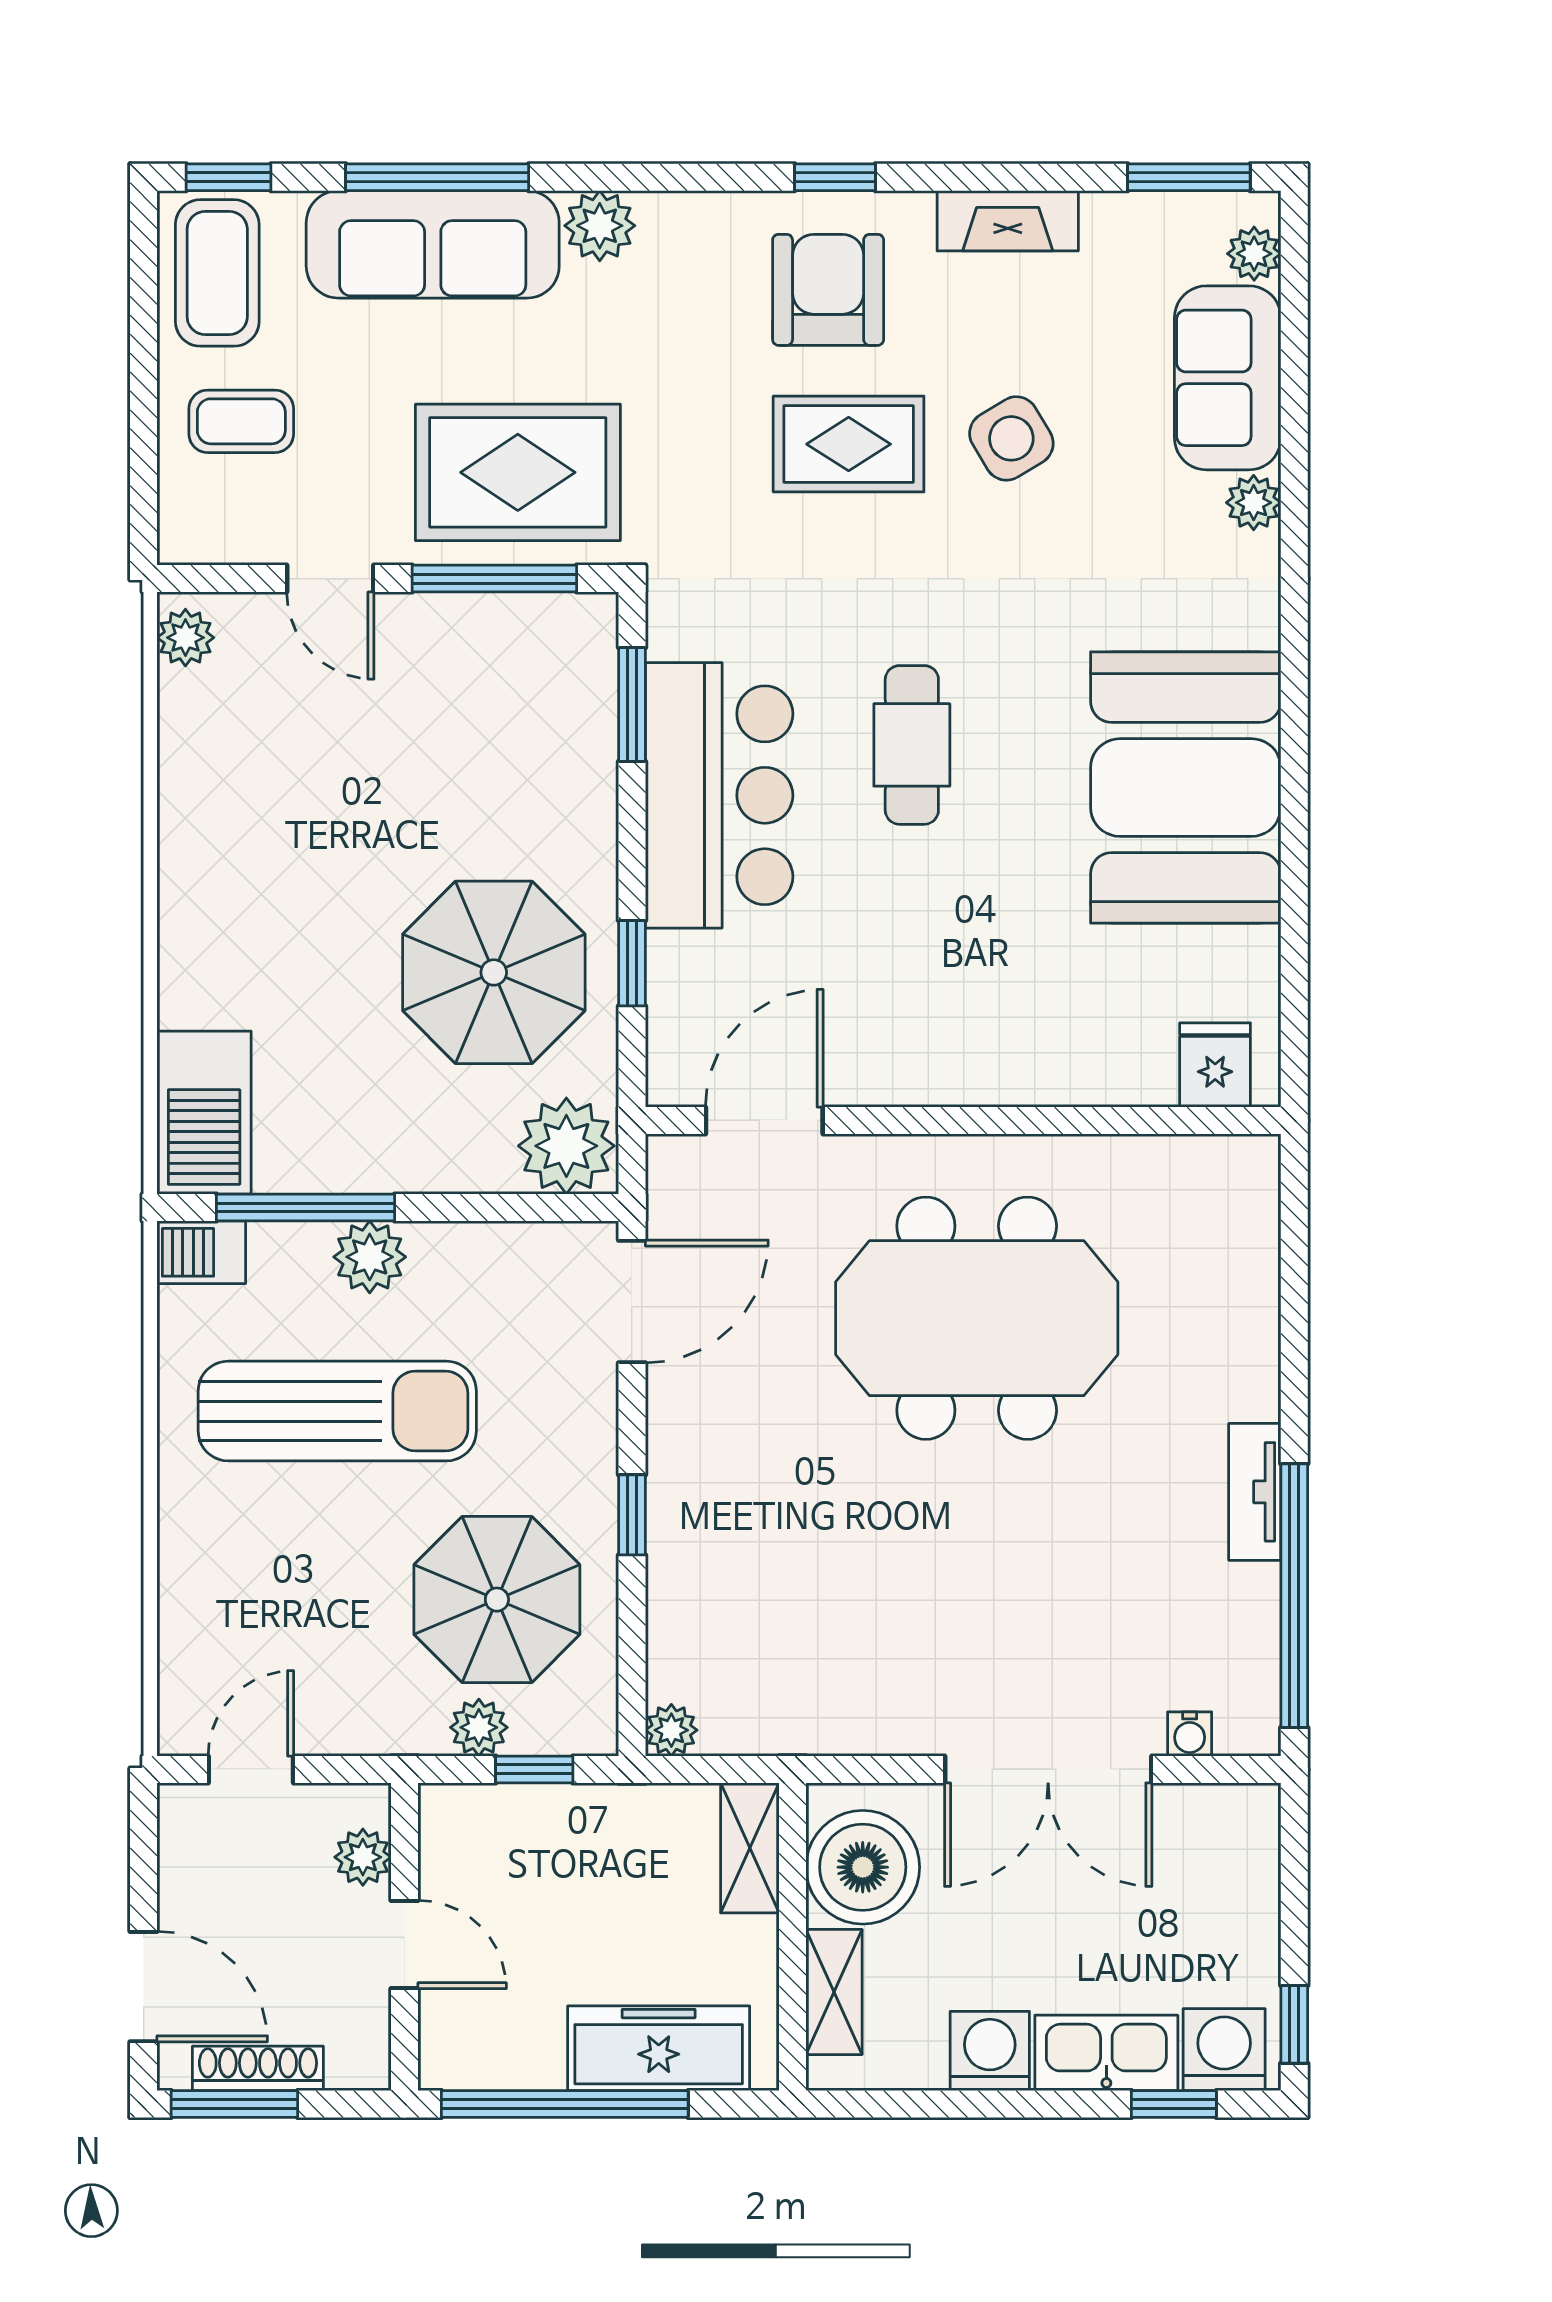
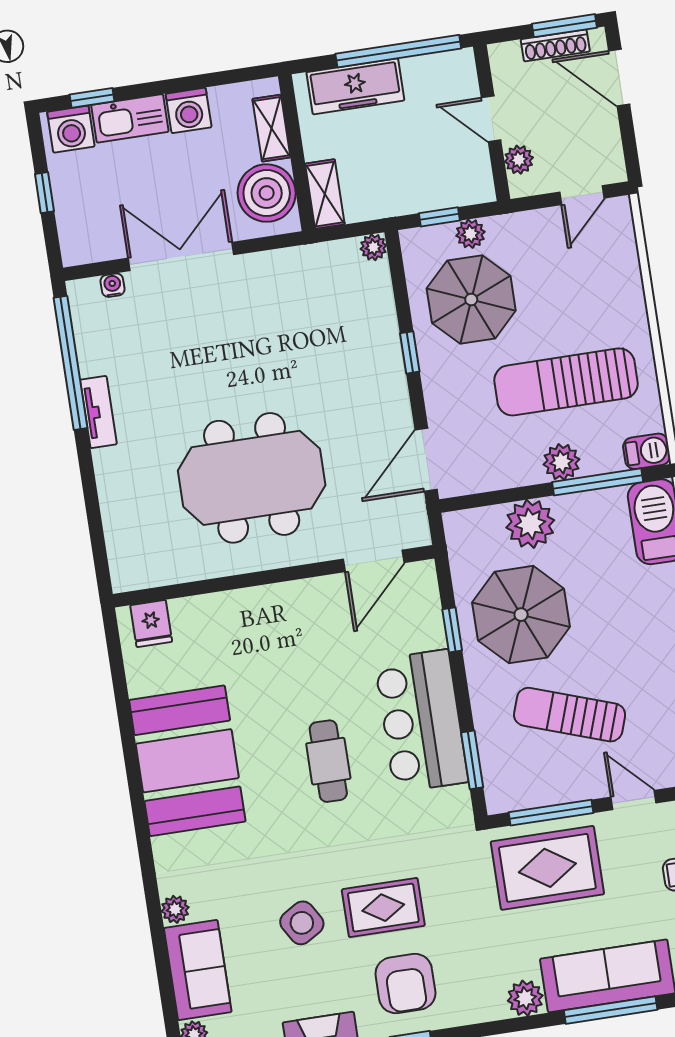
sun lounger: (429, 763) -> (570, 715), added
plant: (566, 1146) -> (530, 524), moved
window: (1294, 2024) -> (44, 193), moved

